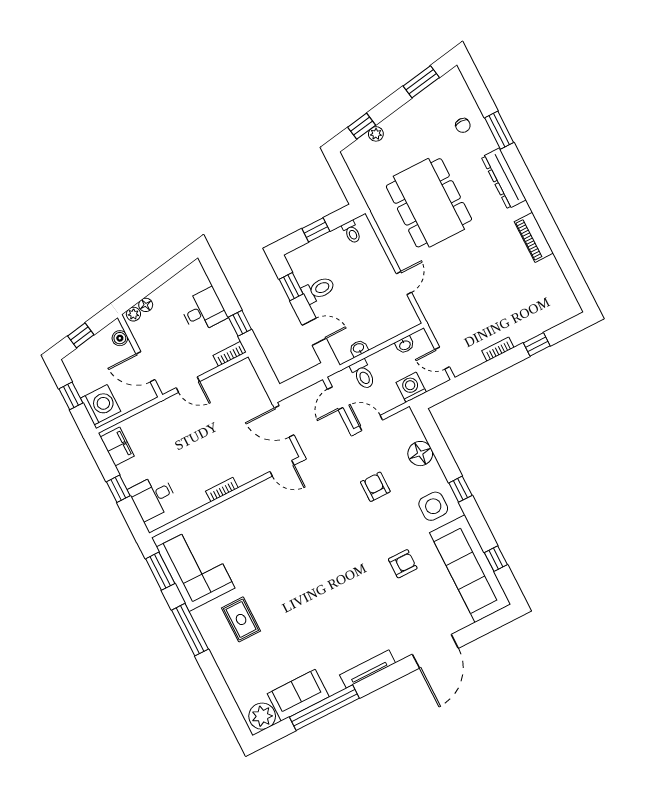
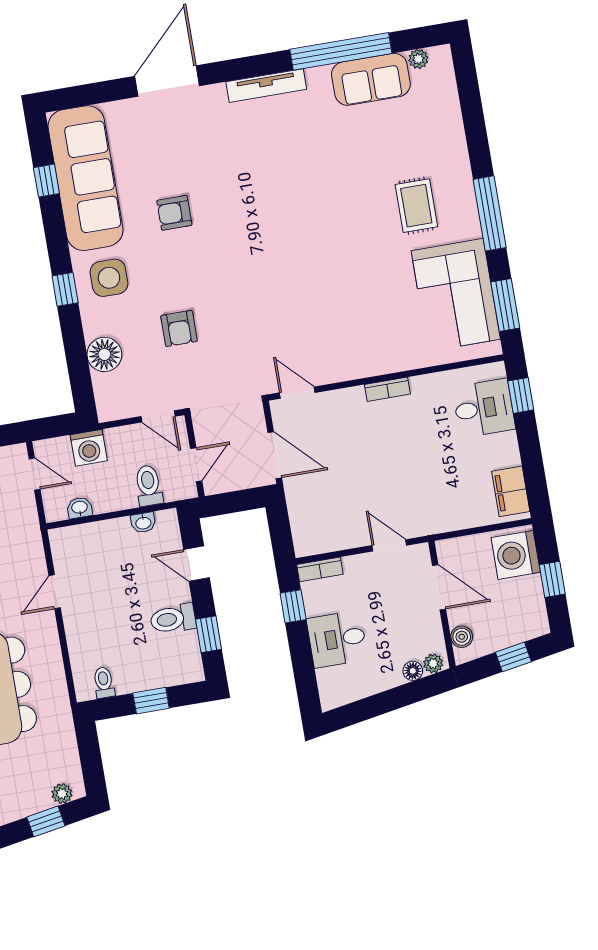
plant: (376, 134) -> (62, 794), moved
window: (118, 489) -> (521, 395), moved
plant: (262, 716) -> (418, 59), width x0.53, depth x0.53

